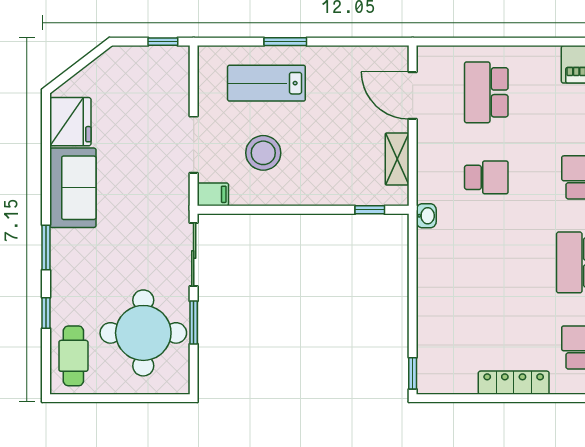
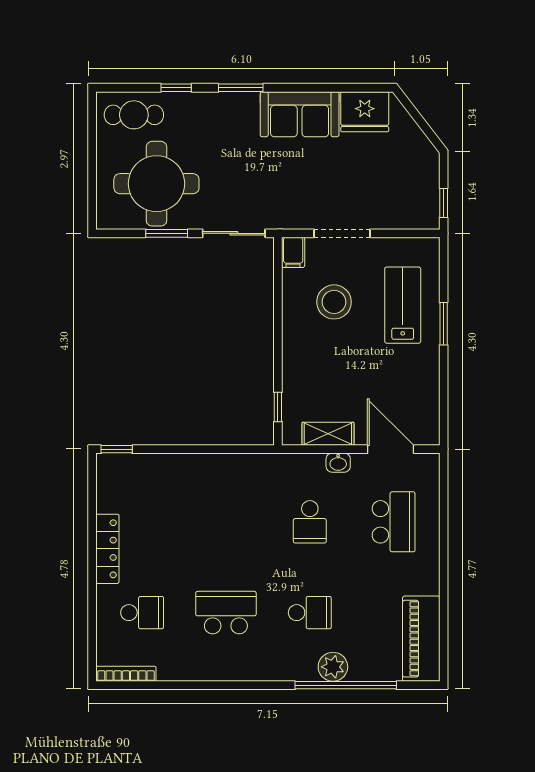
school desk: (486, 92) -> (394, 522), turned 90
door: (413, 96) -> (390, 449), hinge flipped
washbasin: (426, 216) -> (338, 463), moved

